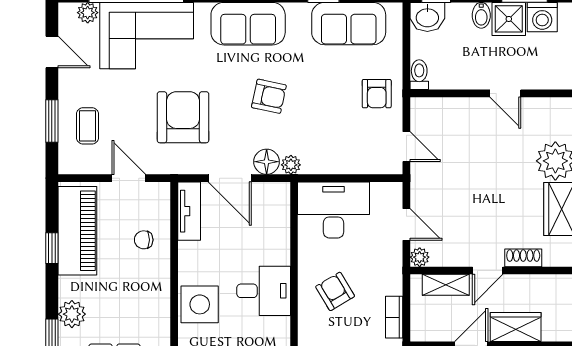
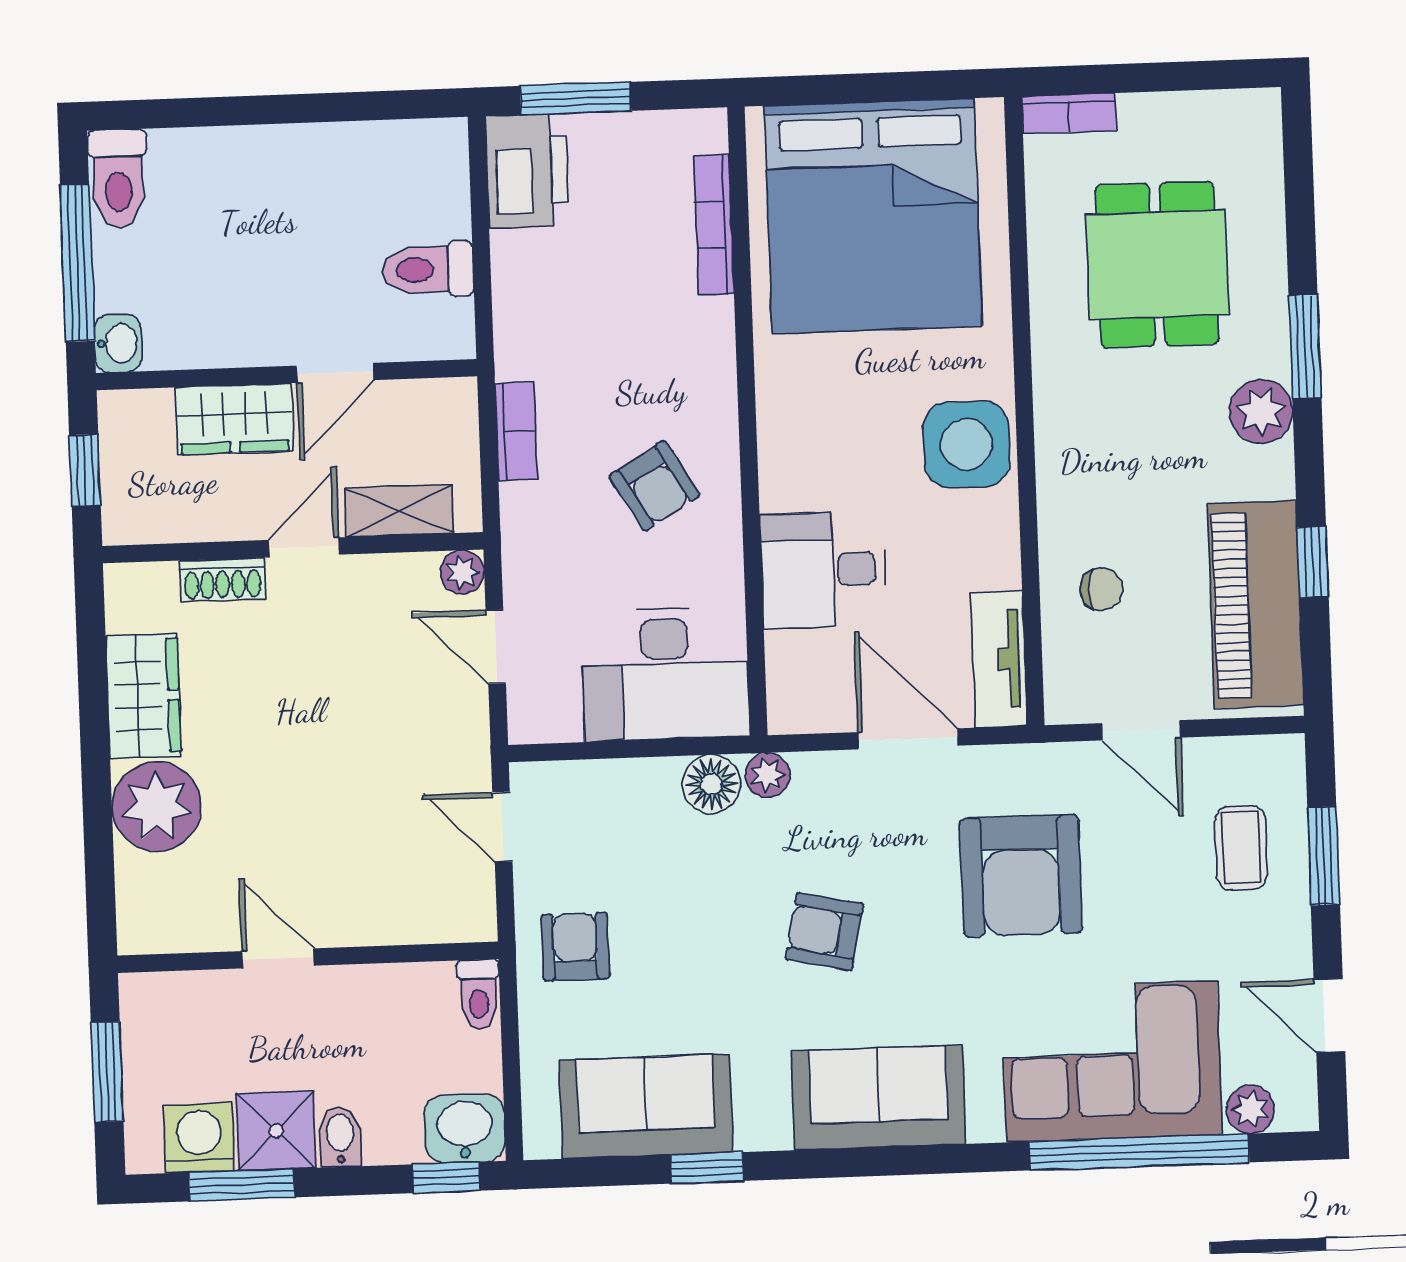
floor lamp: (267, 162) -> (711, 784), moved
desk: (264, 291) -> (823, 570), moved

